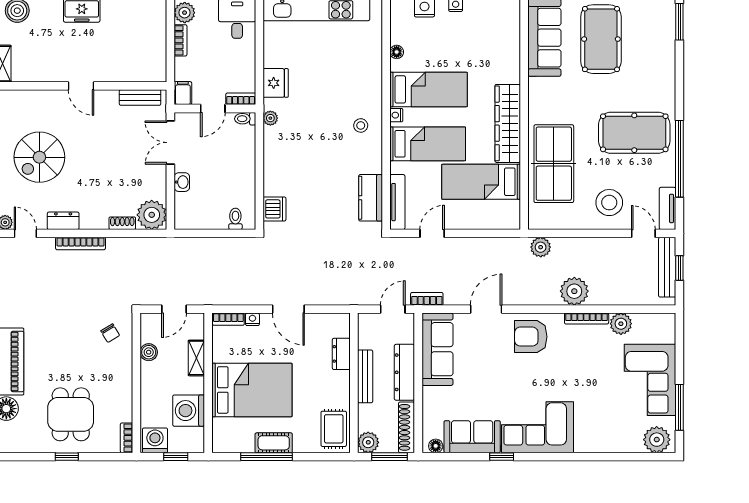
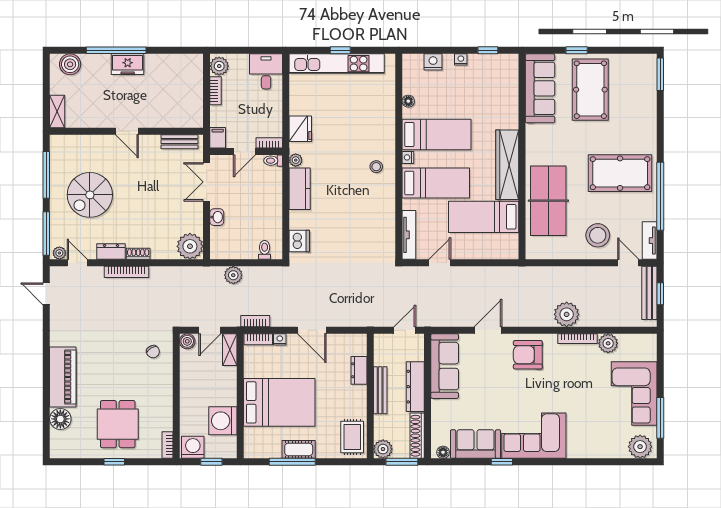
kitchen counter: (371, 198) -> (300, 189), moved, turned 180
shoe rack: (122, 223) -> (138, 254), moved
plant: (541, 247) -> (233, 275), moved
bookcase: (427, 299) -> (255, 321), moved
boiler: (149, 352) -> (187, 341), moved
shelving: (196, 358) -> (230, 350), moved

